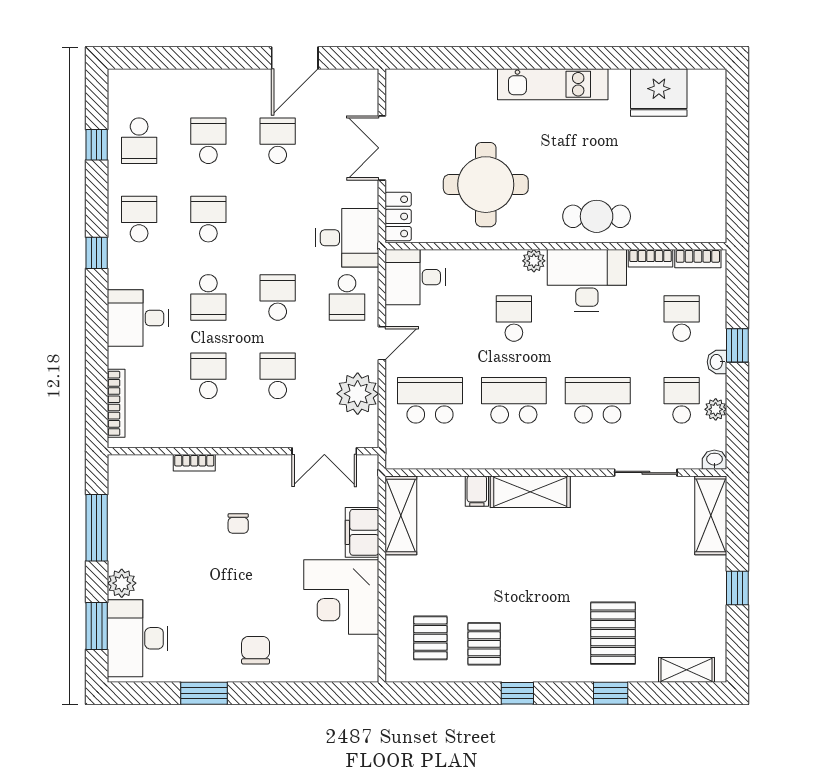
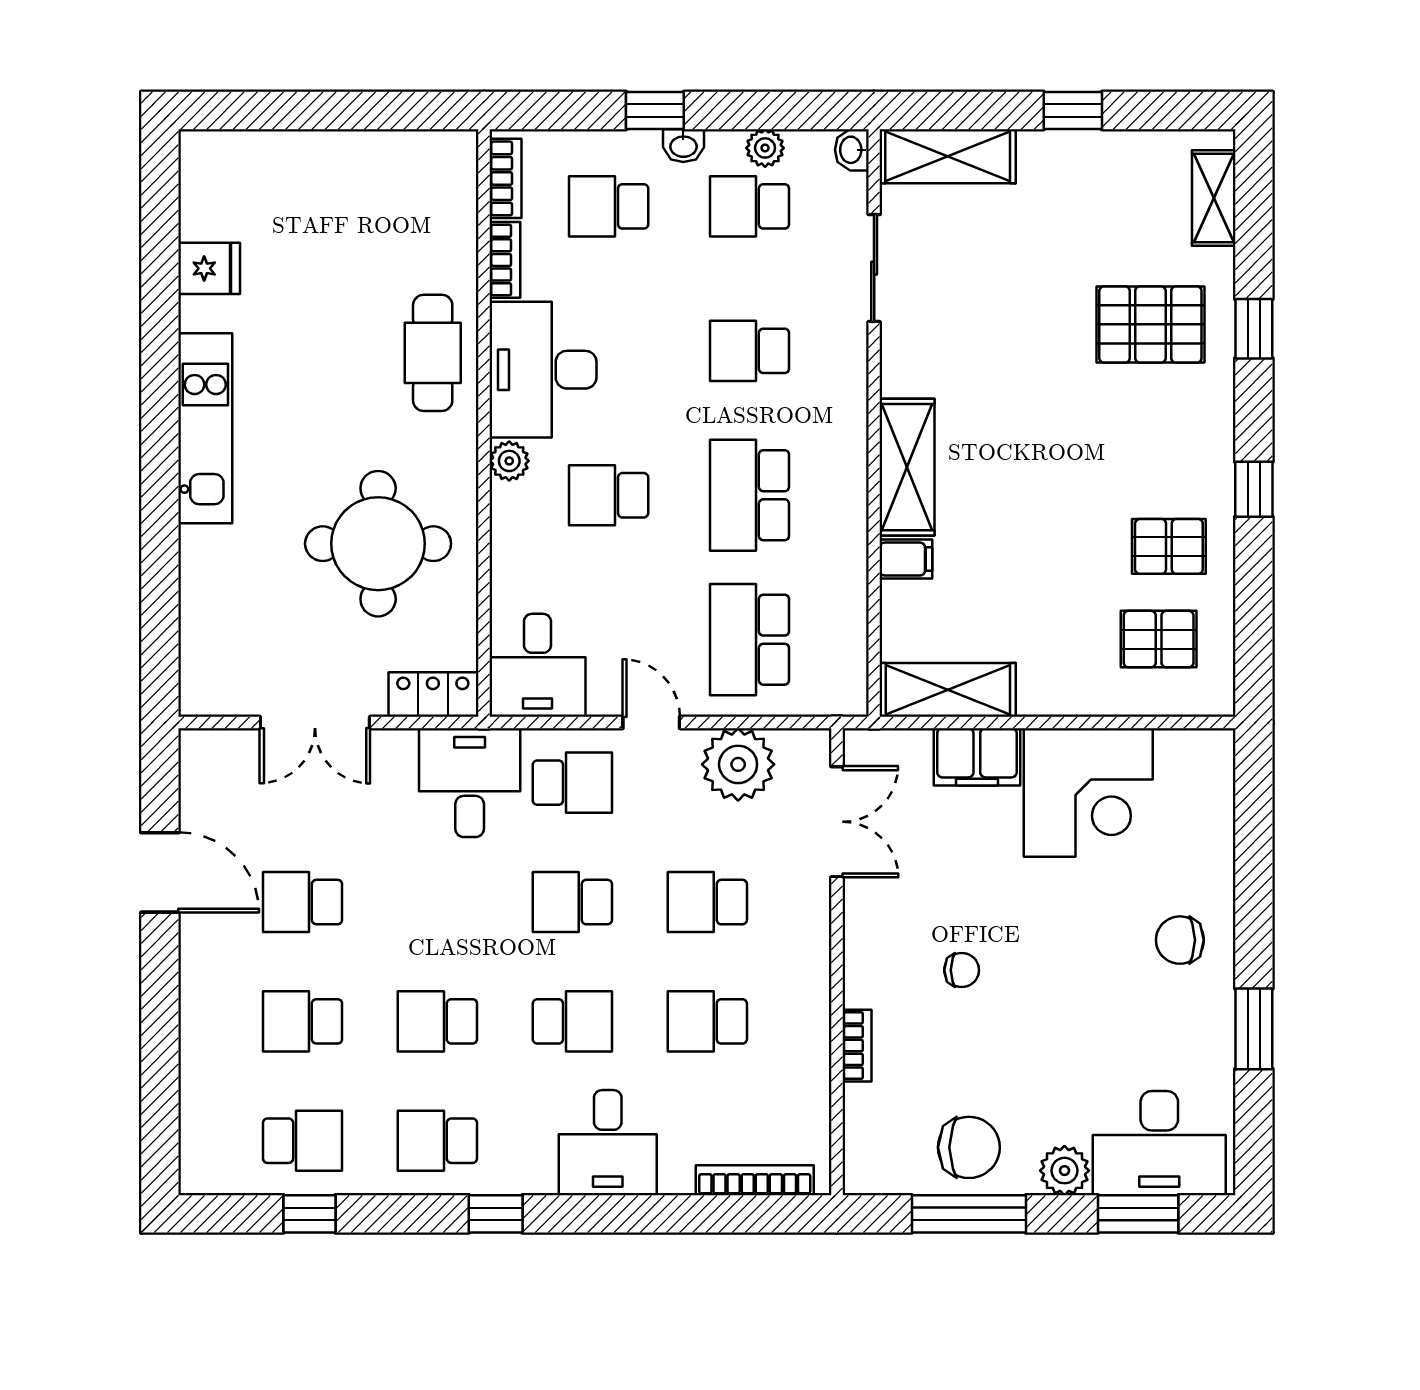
fridge: (659, 93) -> (209, 268), width x0.53, depth x0.75
school desk: (598, 400) -> (749, 351), width x0.54
chair: (135, 528) -> (969, 1147), added

